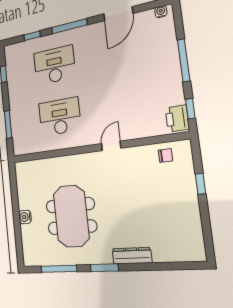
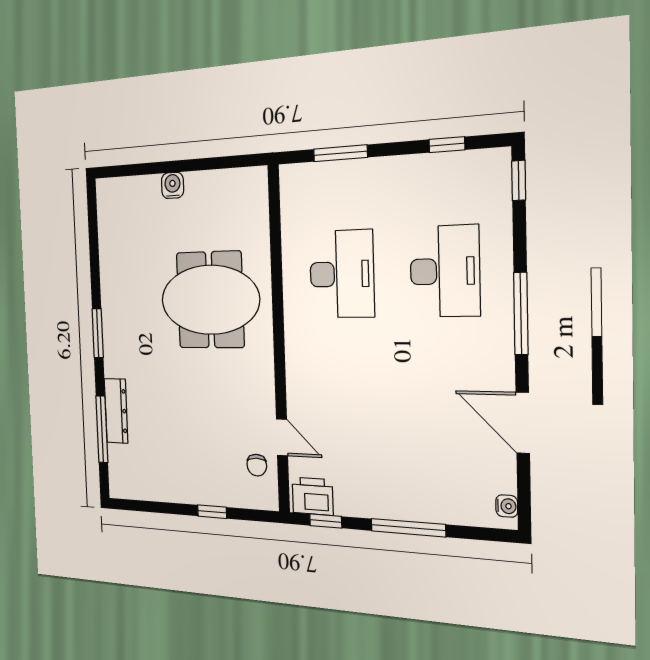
window: (32, 36) -> (519, 181), moved
door: (111, 146) -> (282, 437), moved
meeting table: (71, 216) -> (210, 300), moved
dresser: (132, 256) -> (116, 411), moved
window: (59, 269) -> (102, 429), moved

